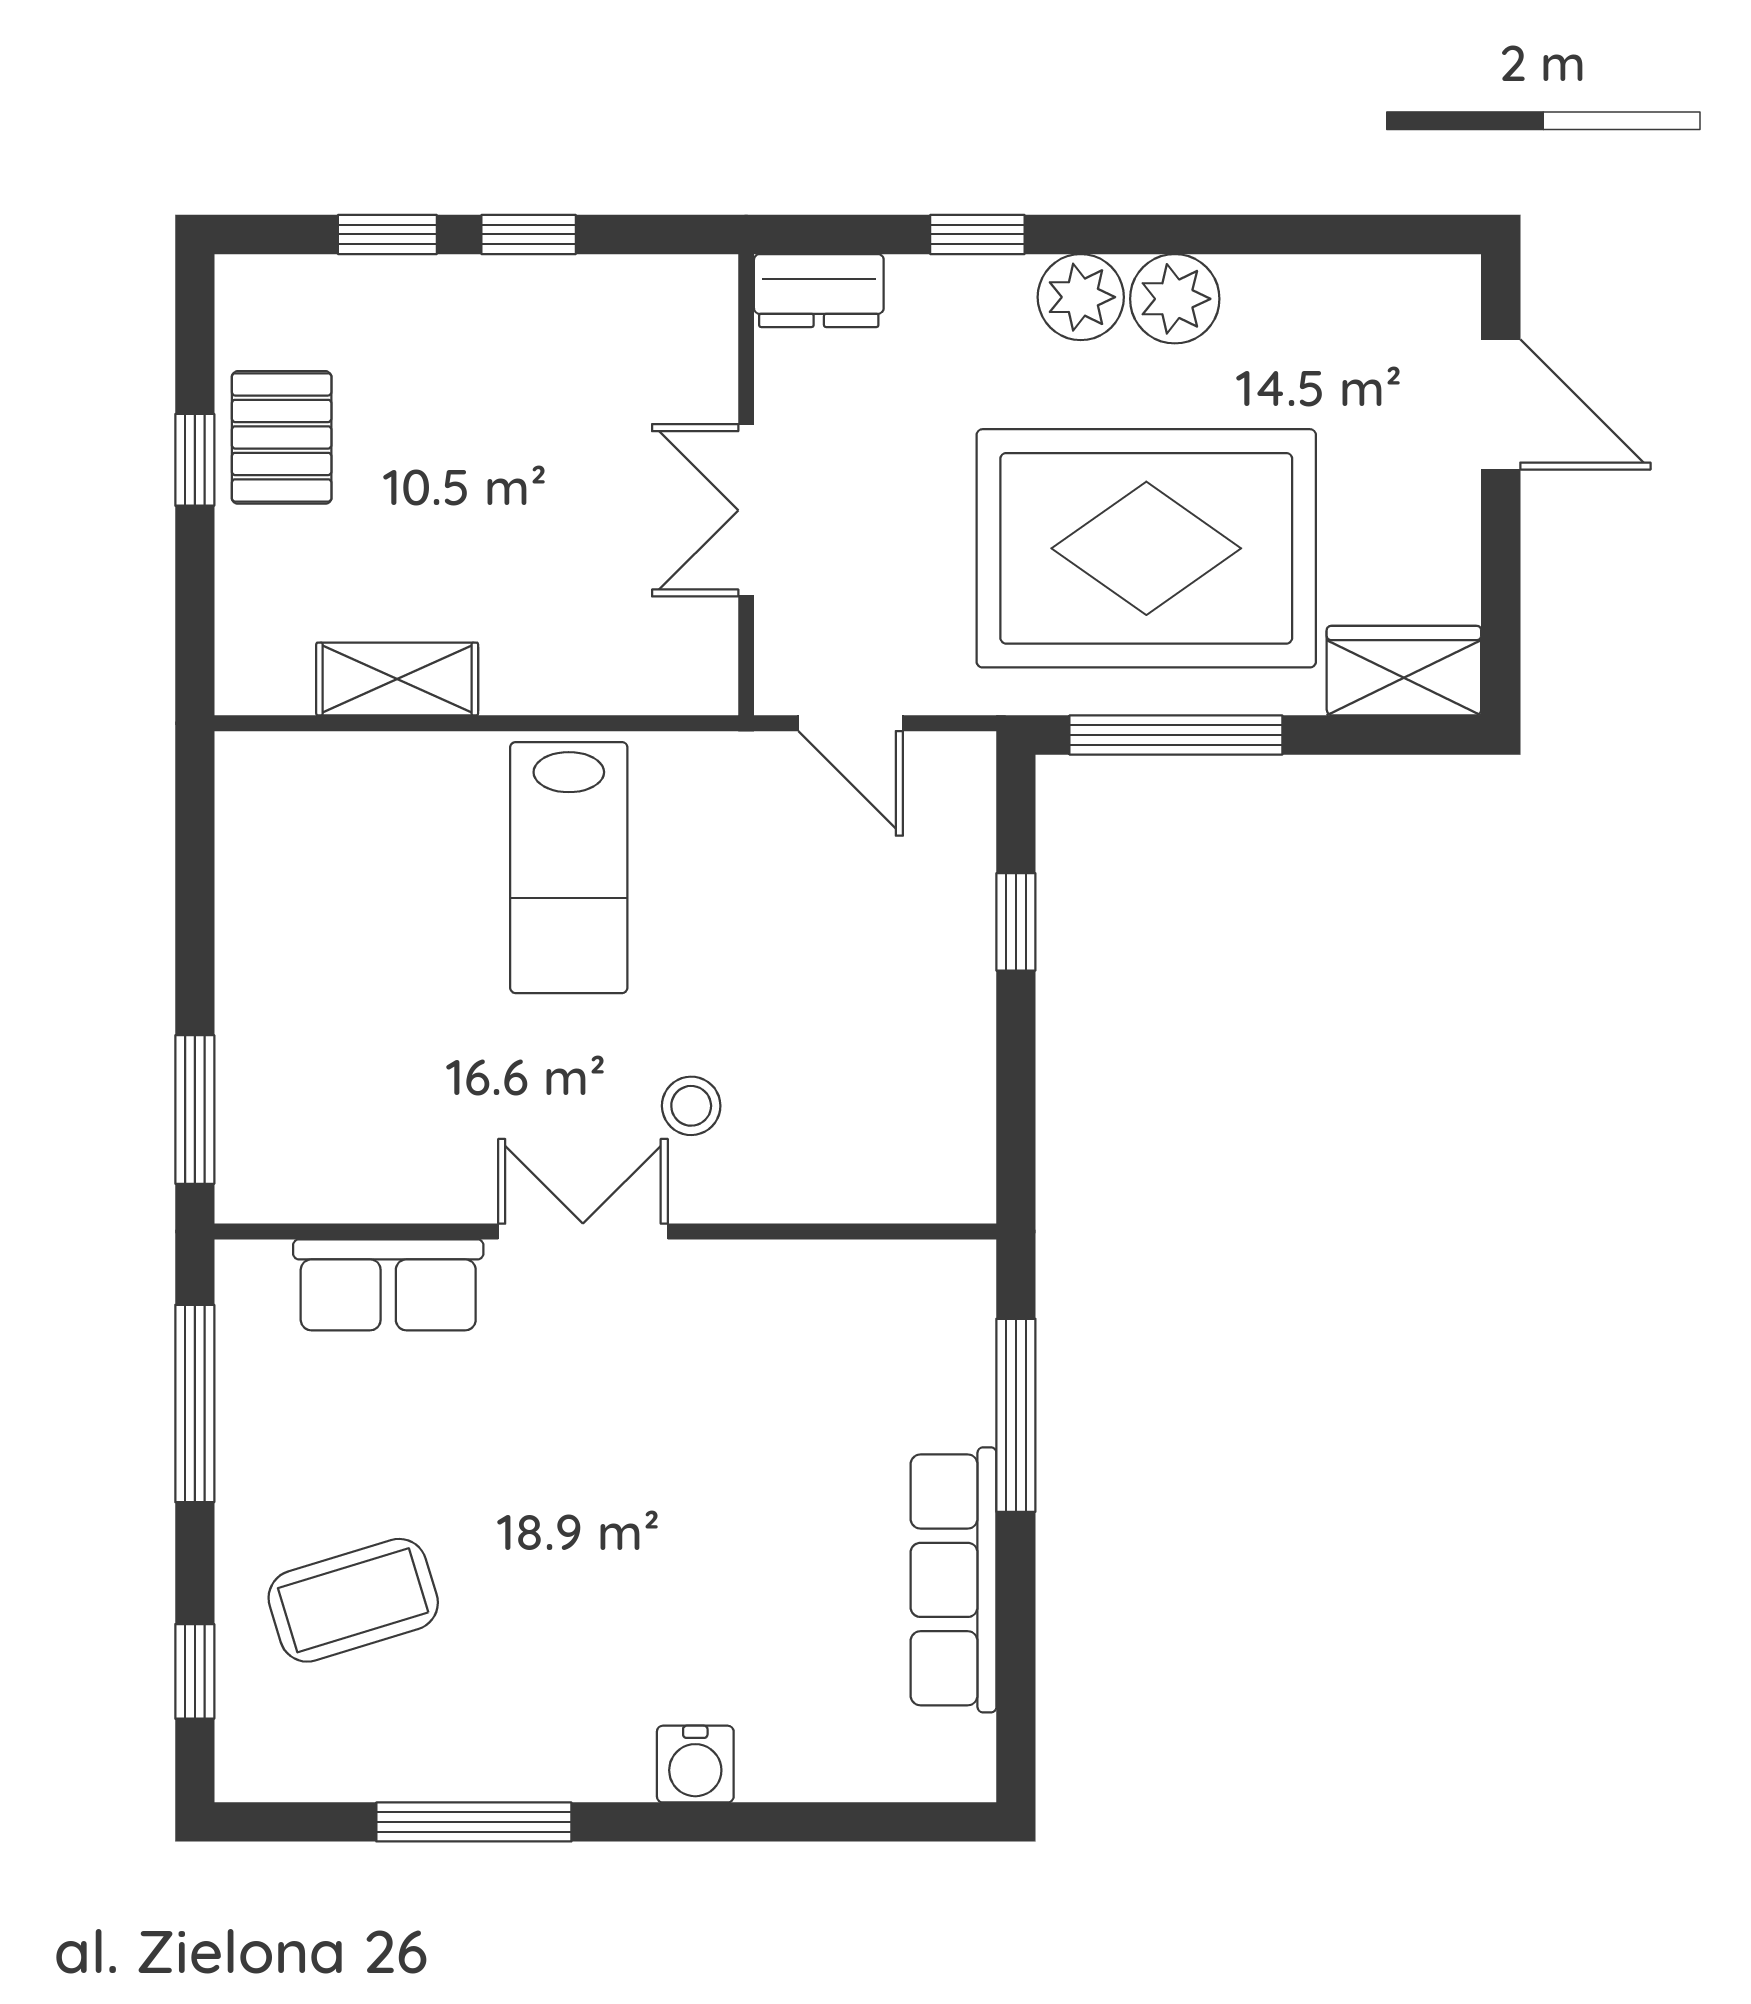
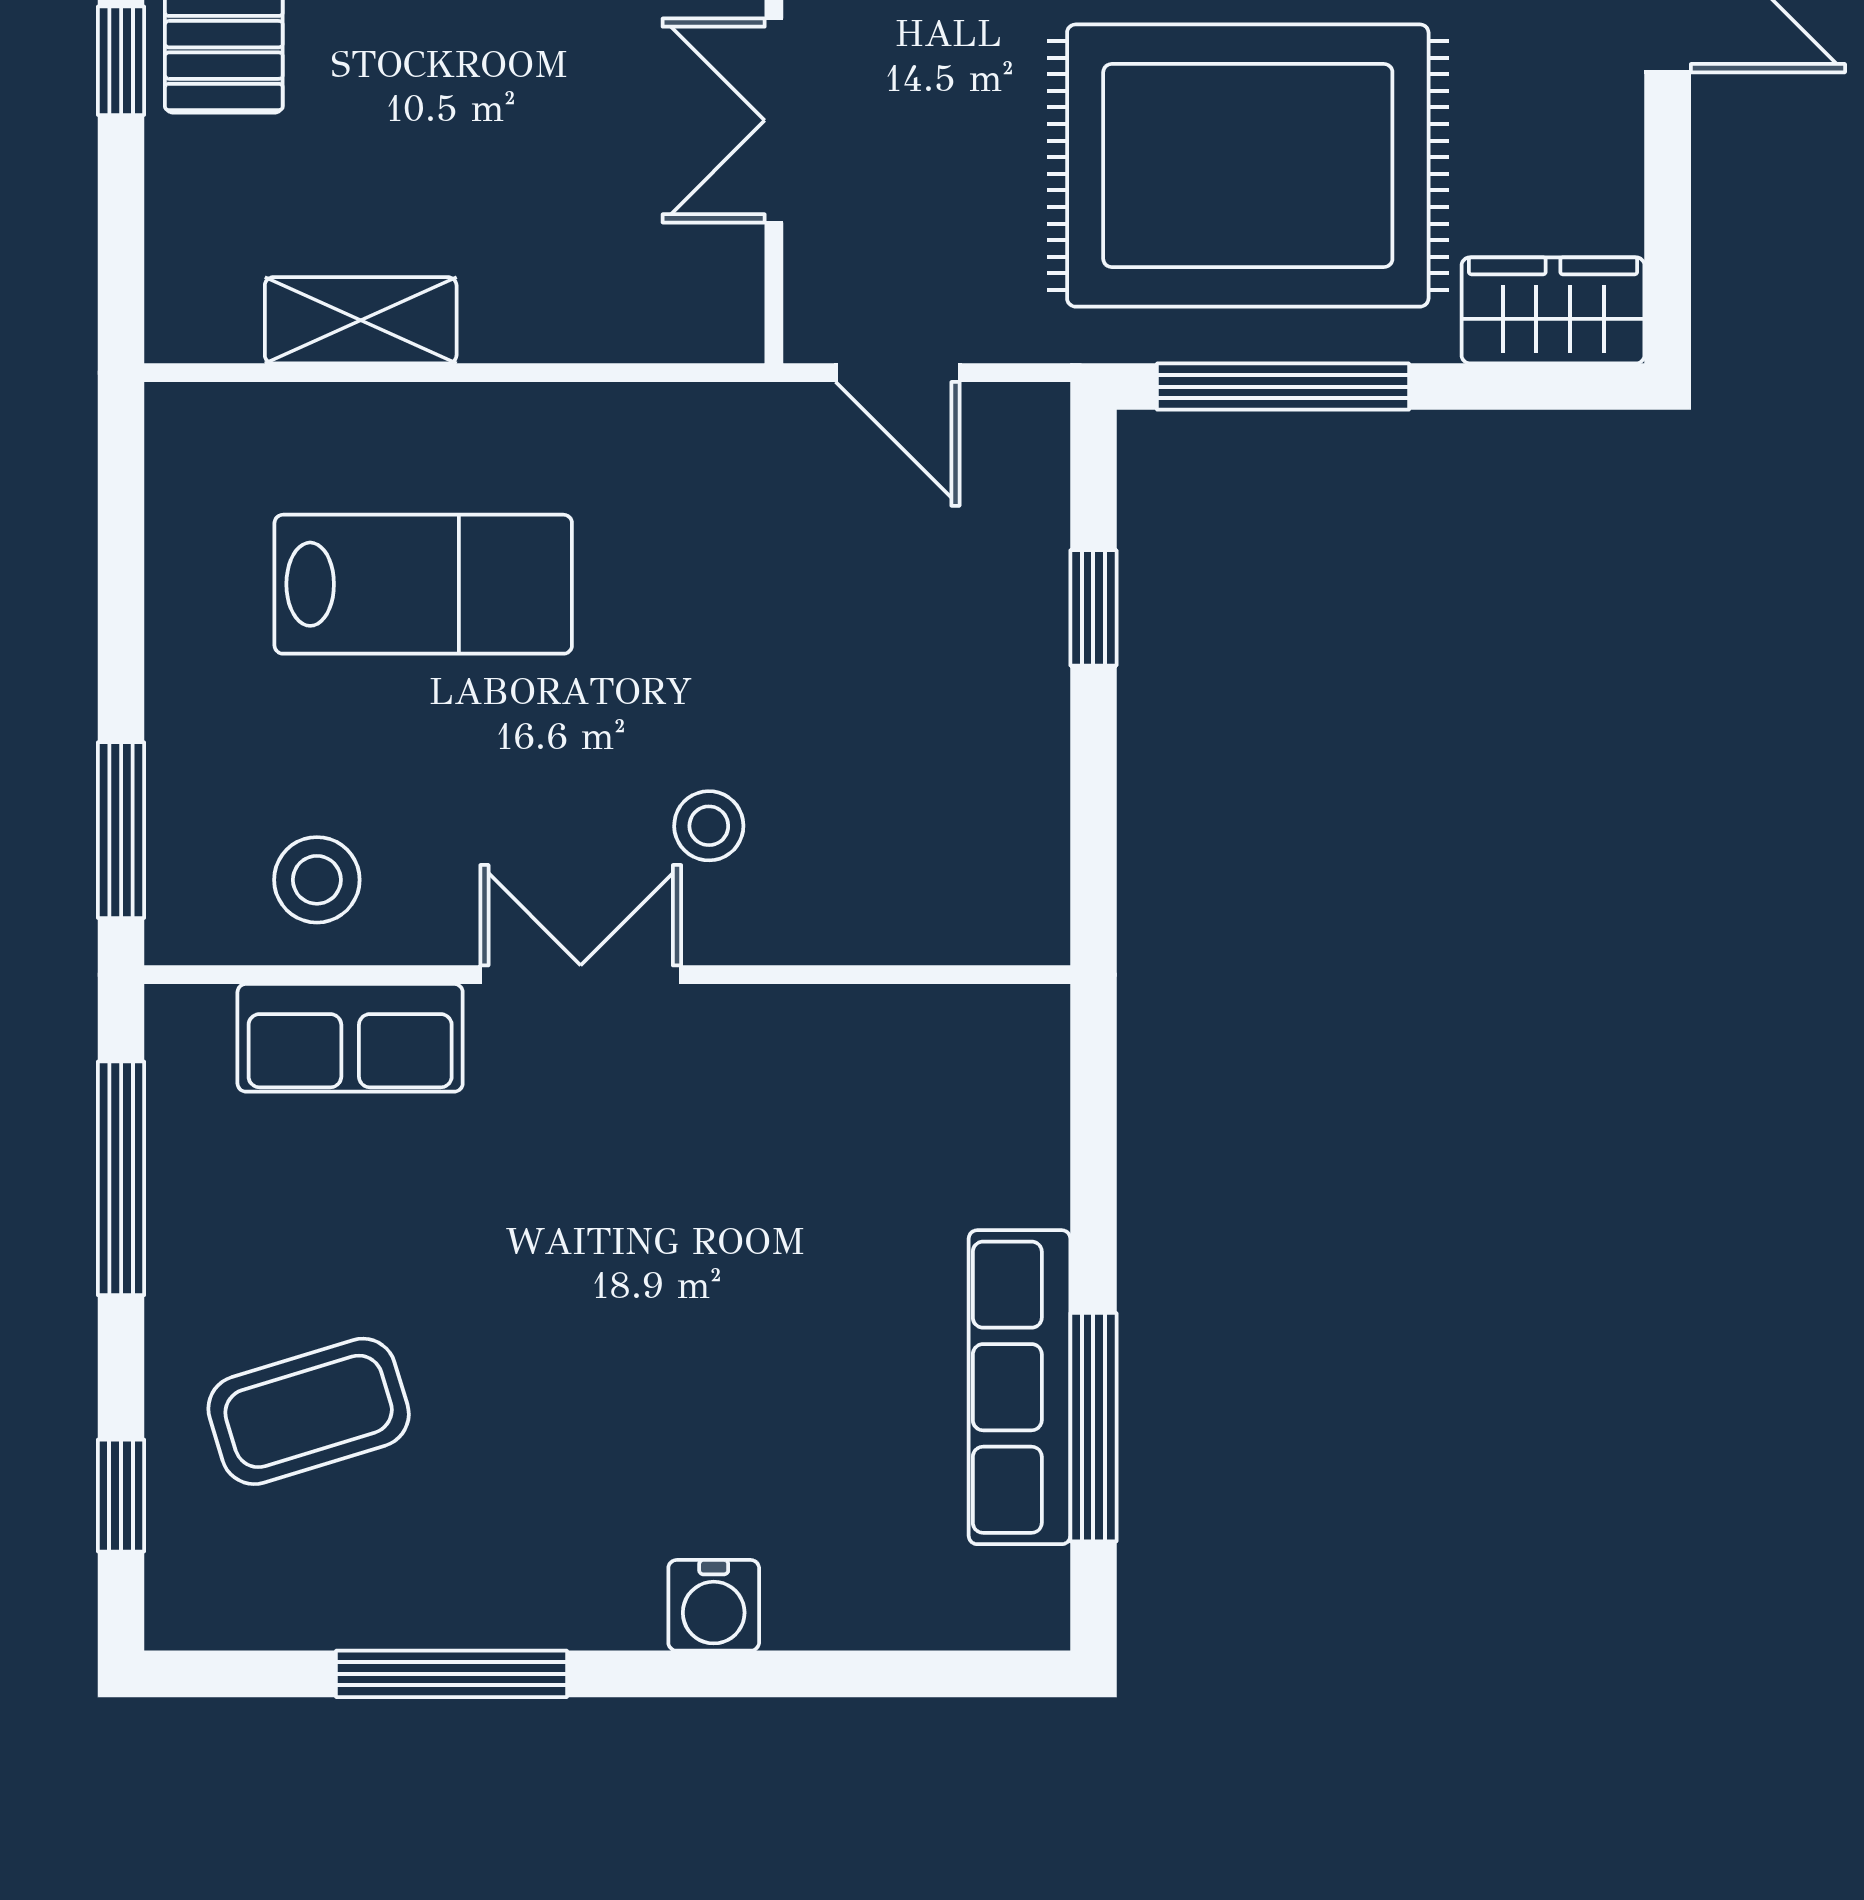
lab bench: (569, 868) -> (423, 584), moved, turned -90
stool: (360, 1151) -> (317, 880), added
window: (1016, 1415) -> (1093, 1427), moved

